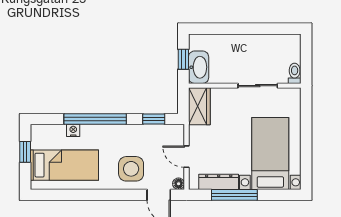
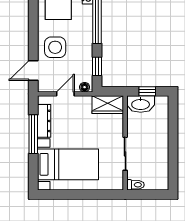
floor lamp: (179, 184) -> (85, 87), moved

